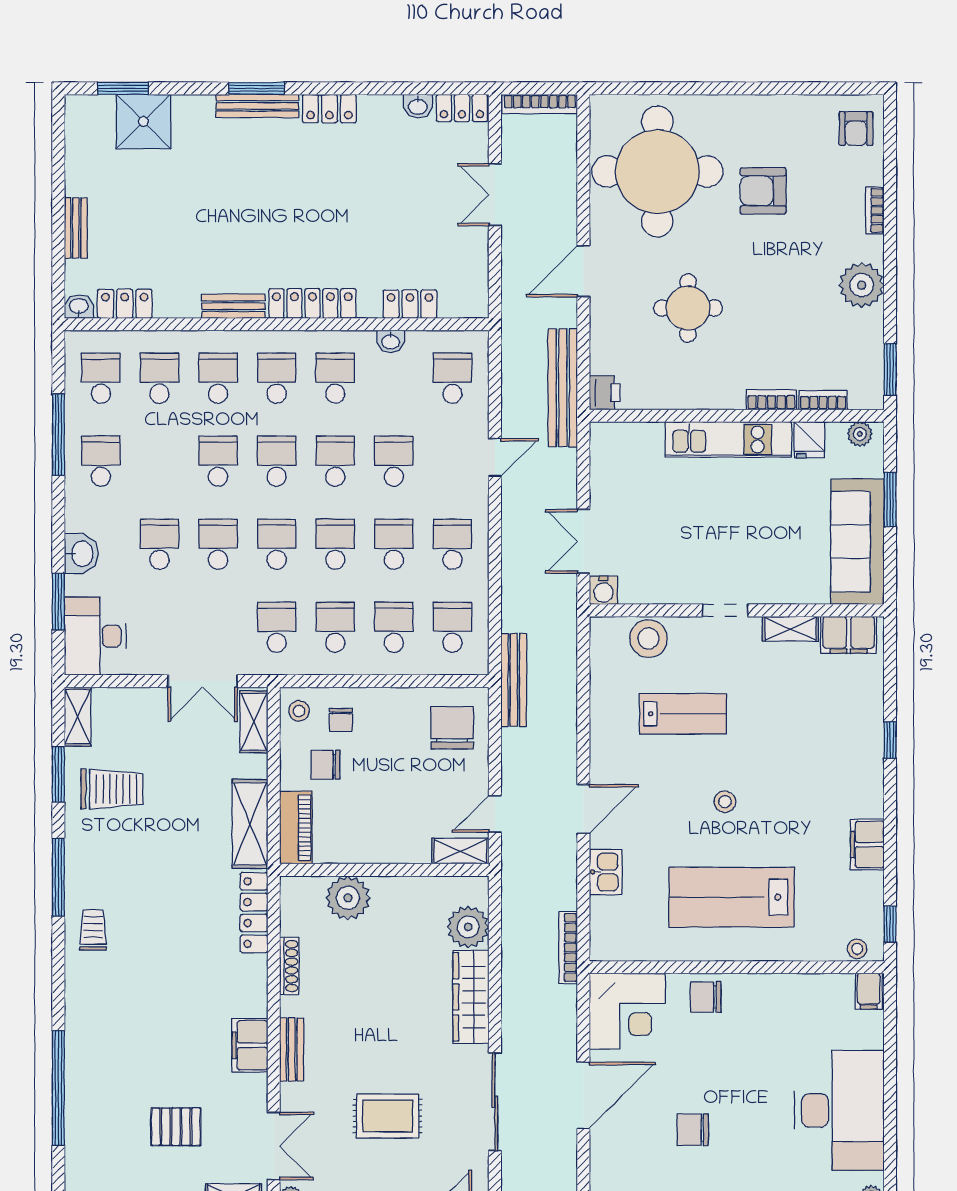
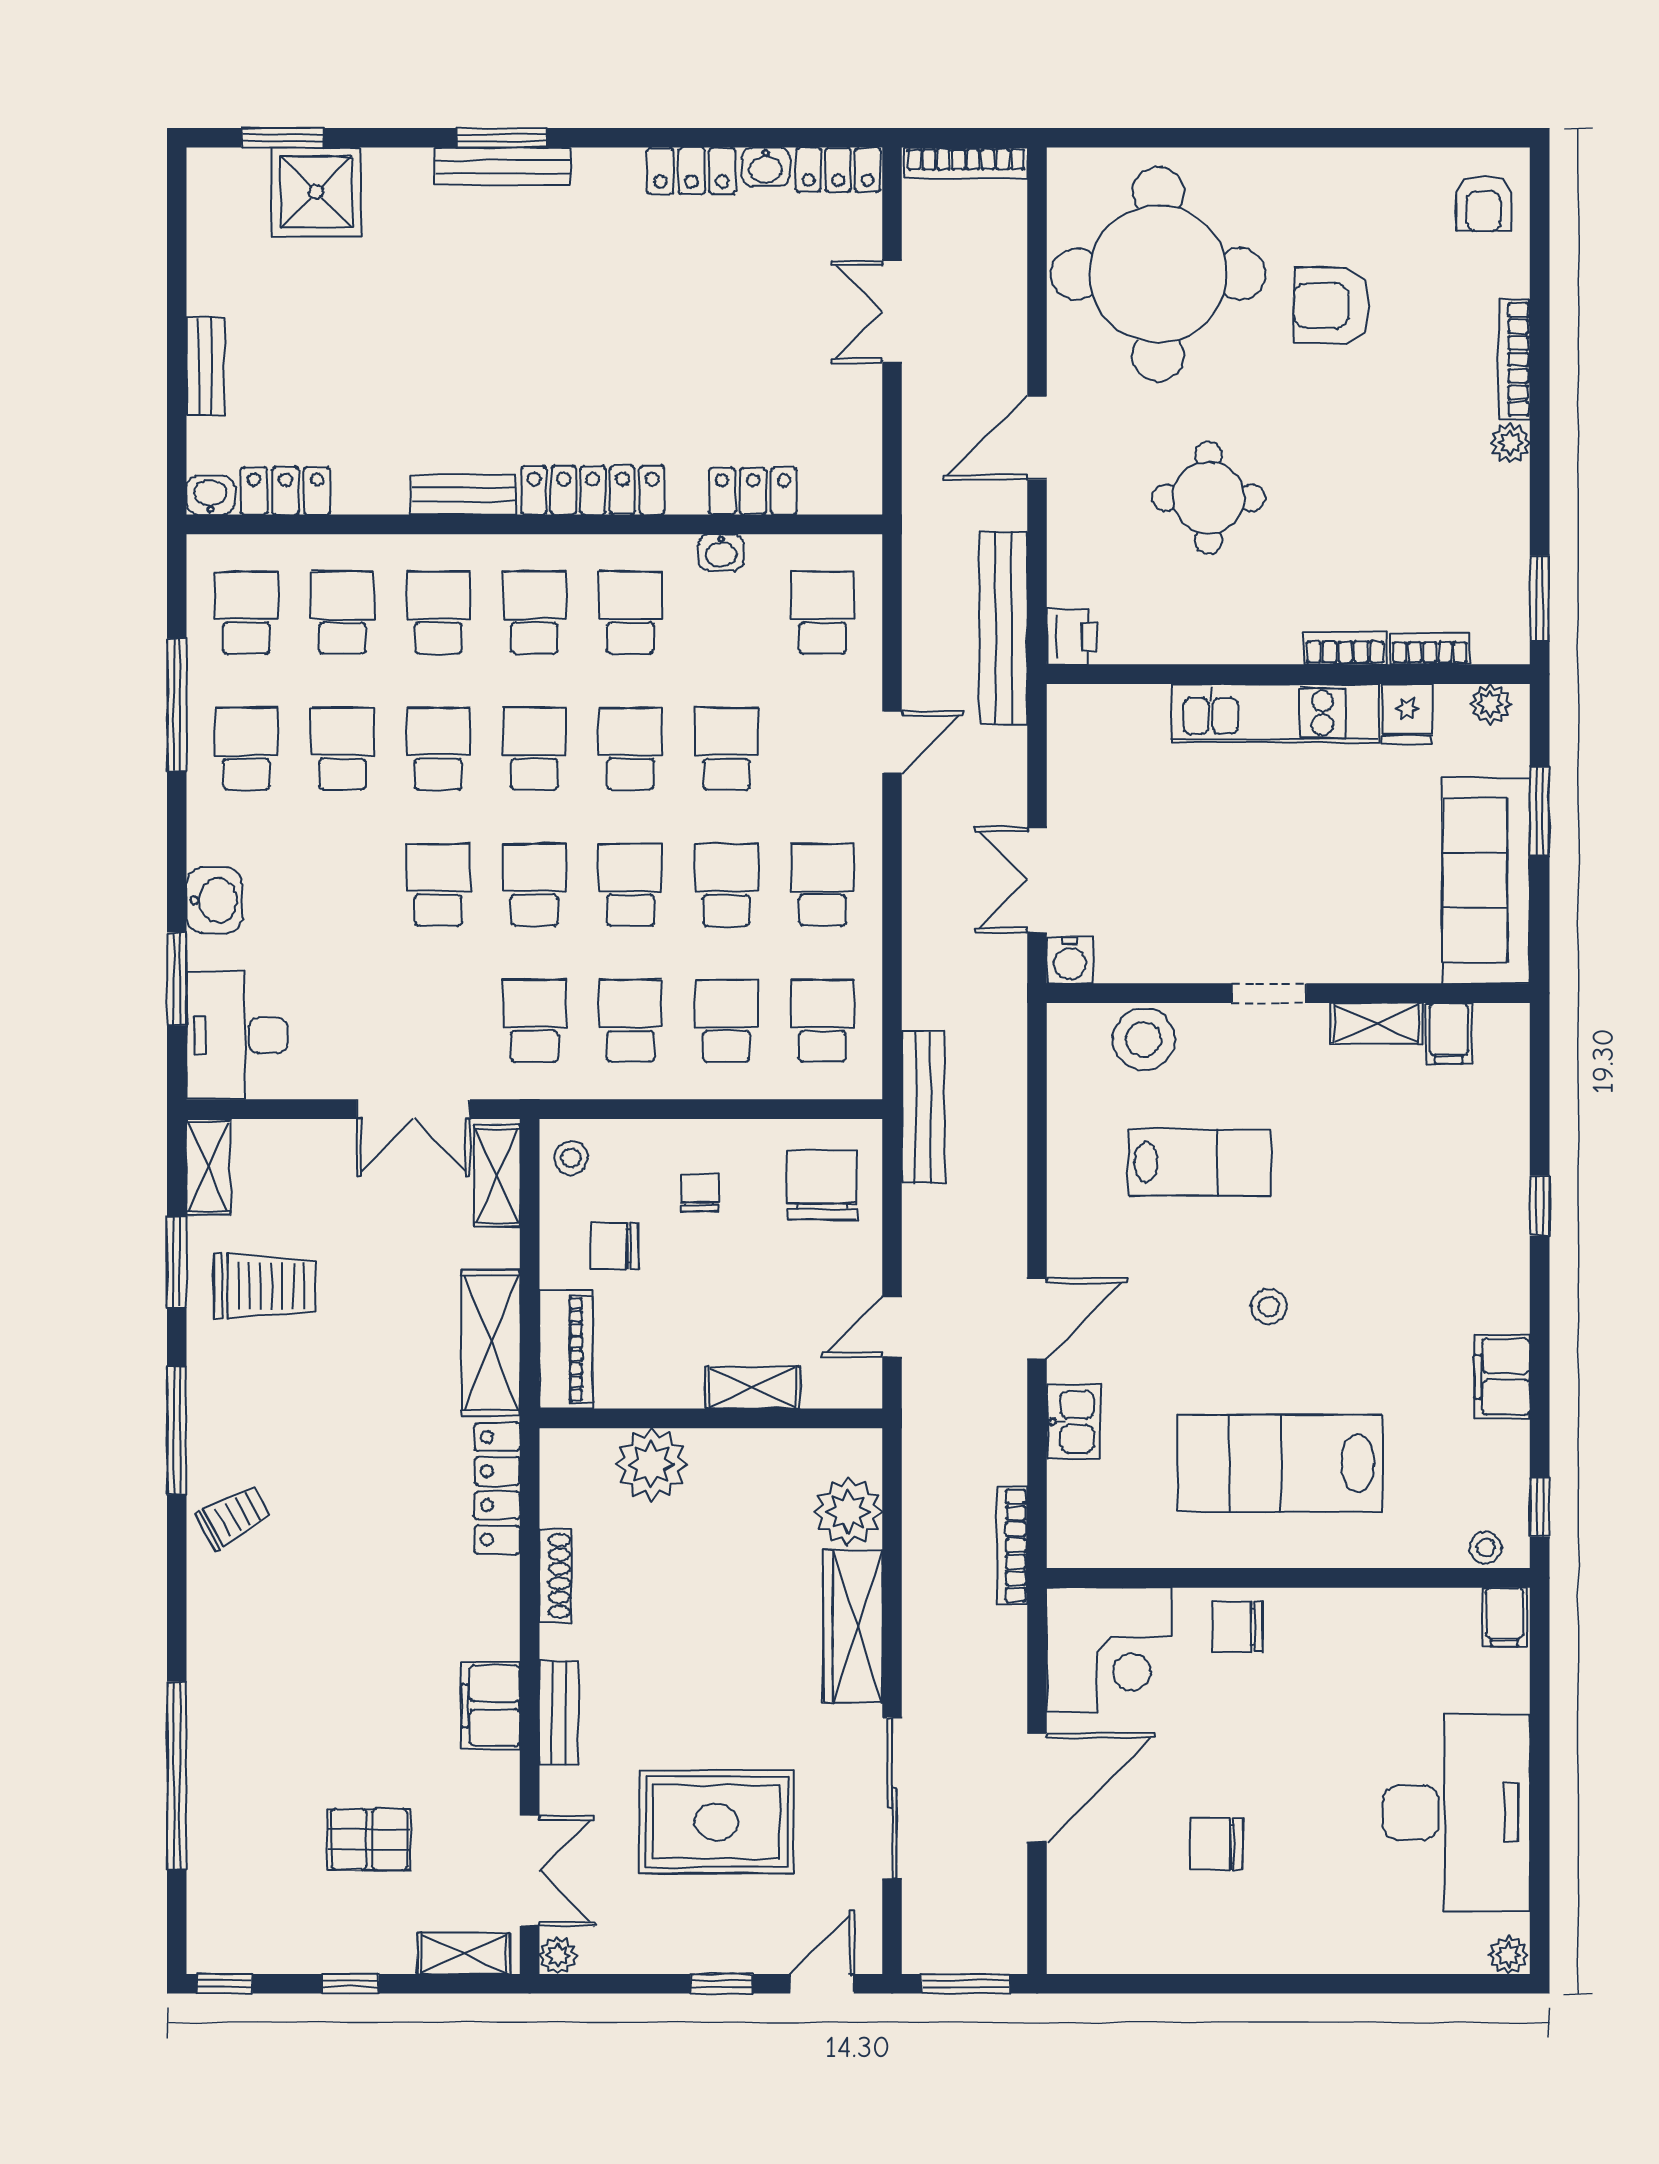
locker: (329, 109) -> (691, 171), moved
bookcase: (875, 210) -> (1515, 359), width x1.56
plant: (862, 285) -> (1510, 443), width x0.53, depth x0.53
school desk: (159, 544) -> (342, 749), moved
filing cabinet: (849, 635) -> (1449, 1033), width x0.50
chair: (341, 720) -> (699, 1193), moved, turned 180
shelving: (460, 851) -> (752, 1388), moved
trolley: (93, 930) -> (234, 1517), turned 61
rug: (388, 1116) -> (716, 1822), width x1.36, depth x1.43

